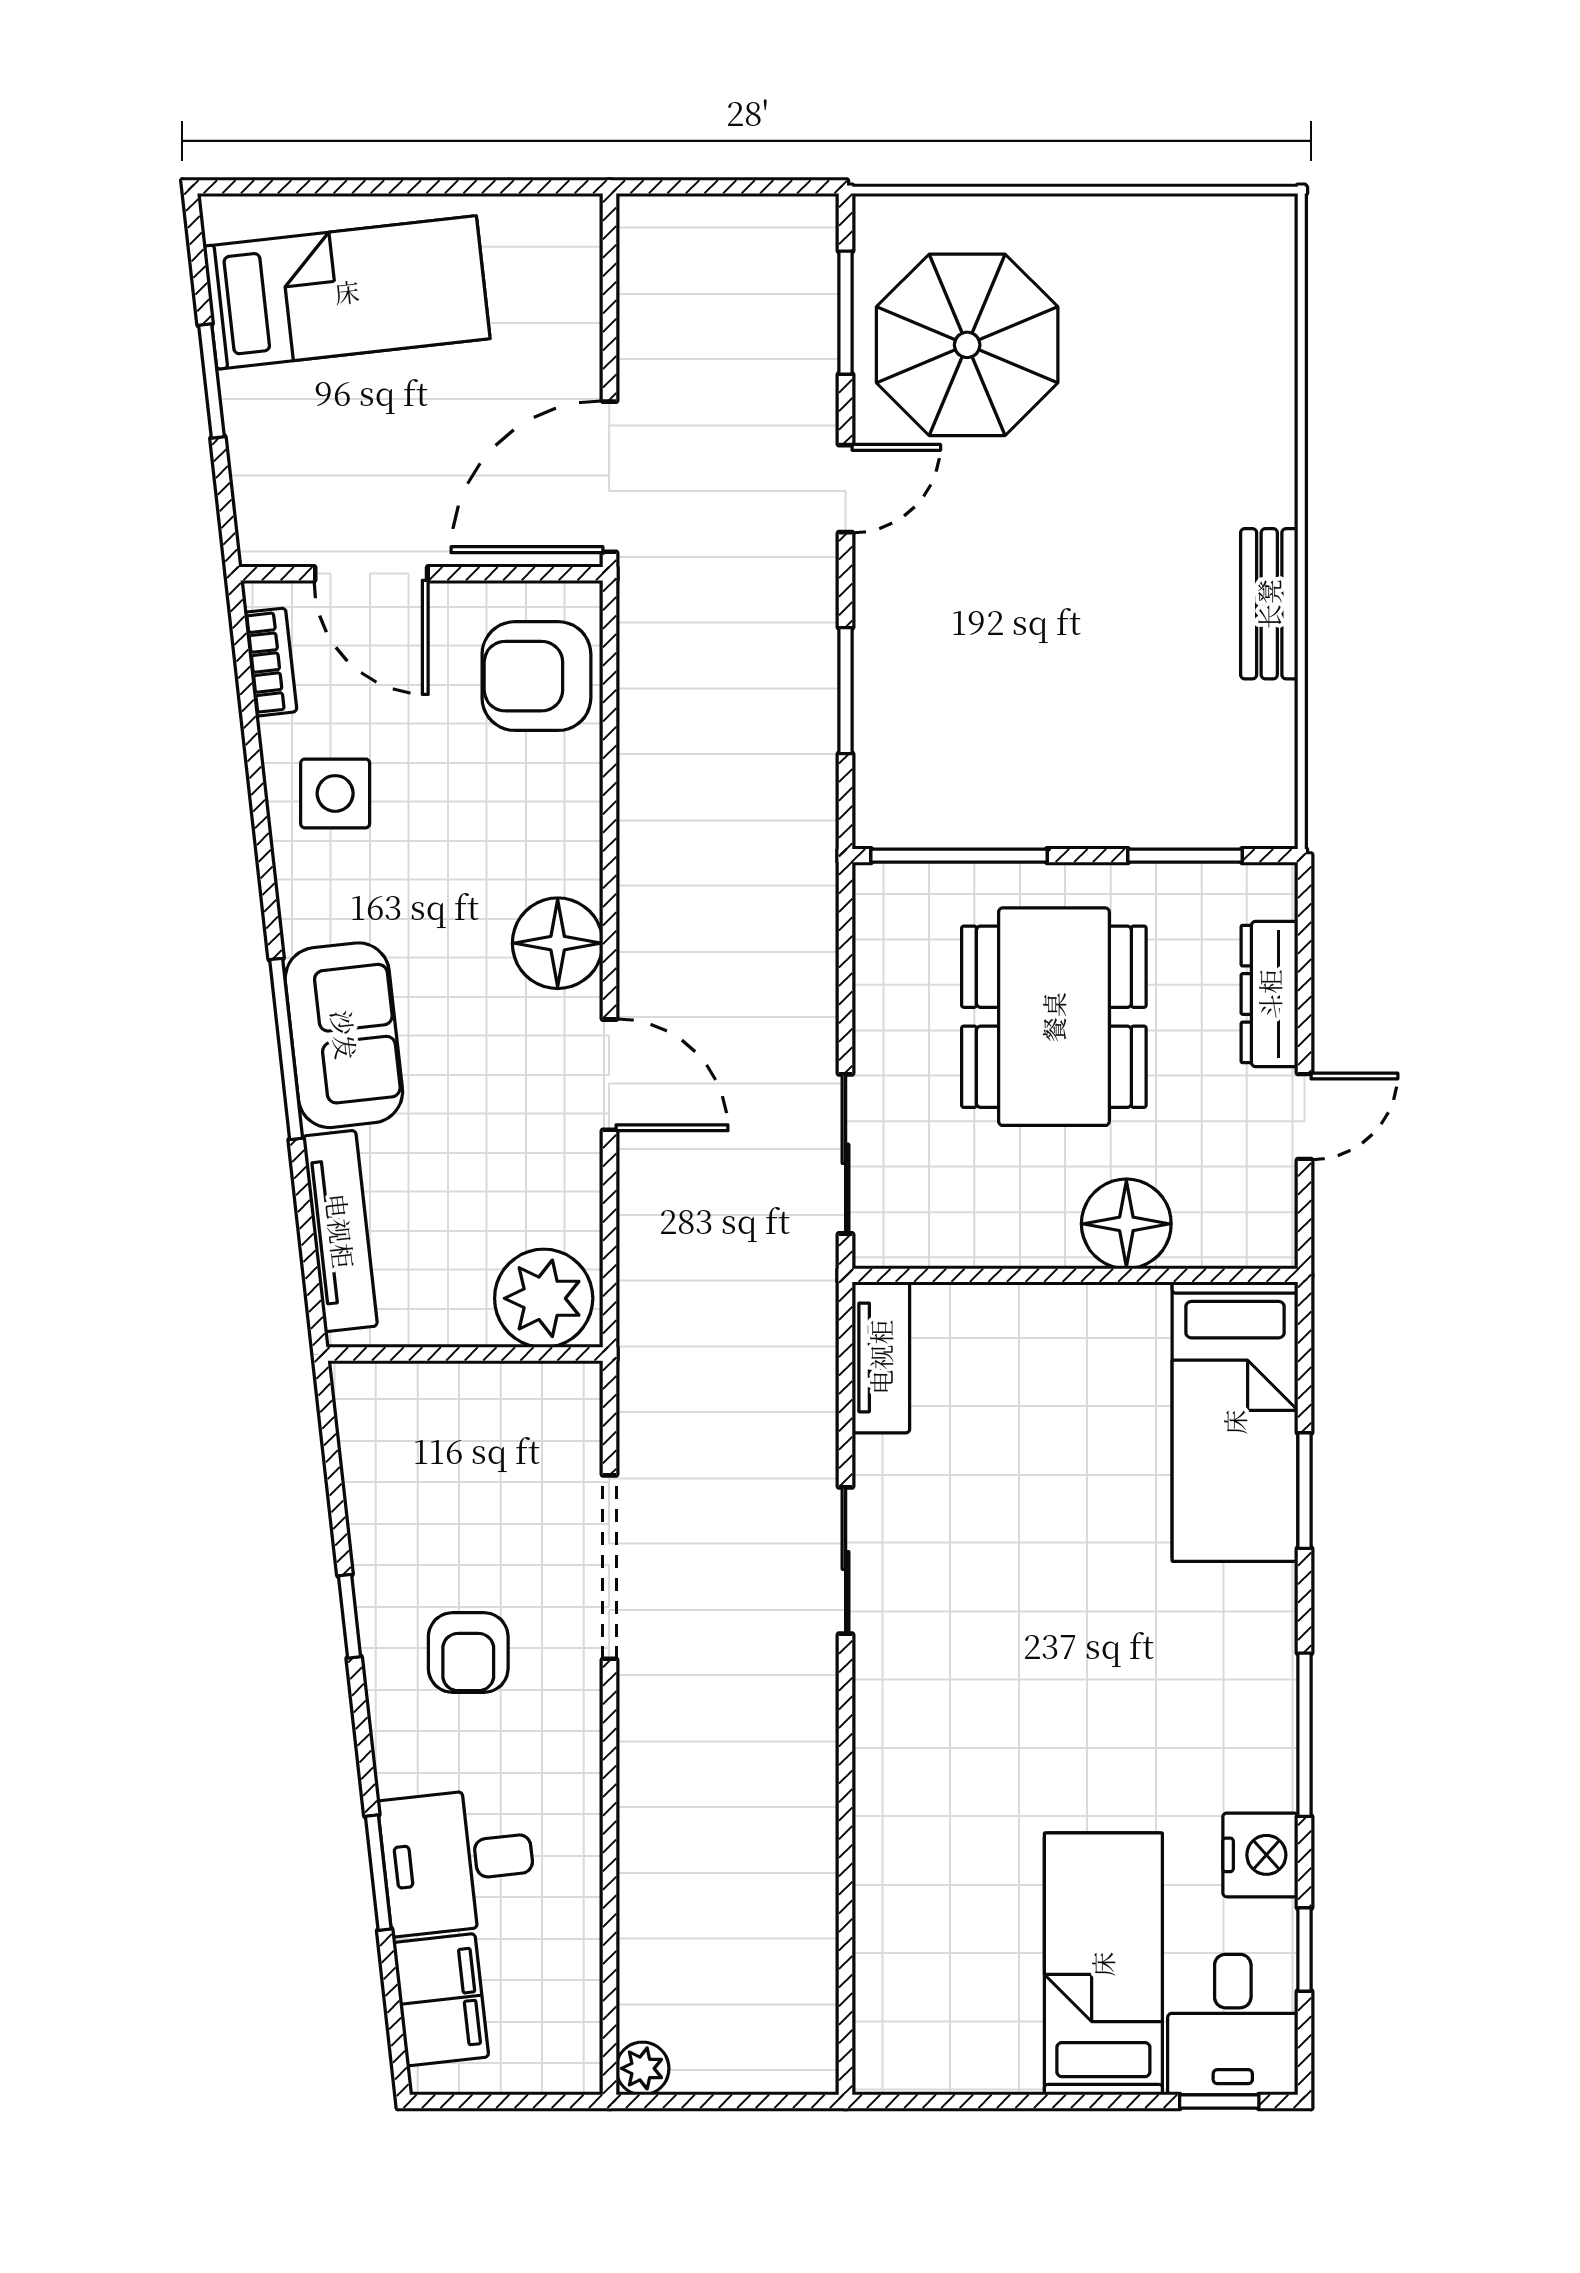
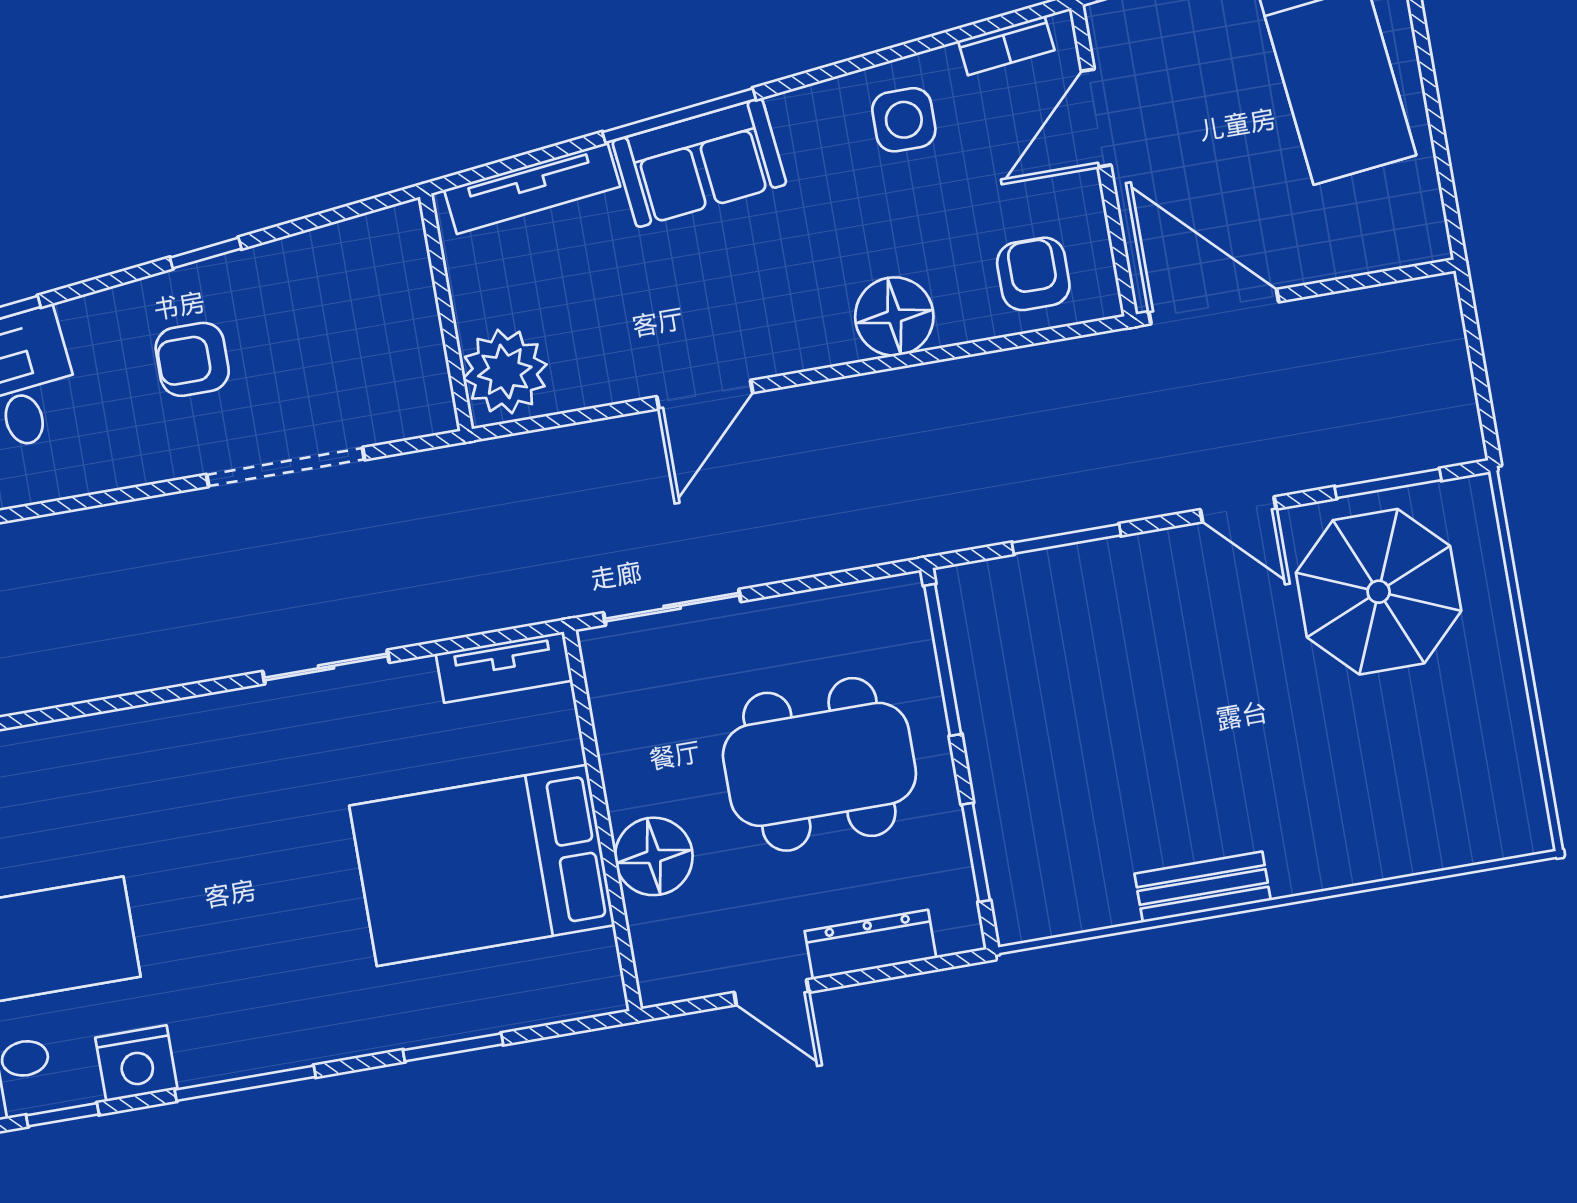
armchair: (536, 676) -> (1033, 274), width x0.72, depth x0.72
floor lamp: (558, 943) -> (894, 316), moved
bed: (1235, 1422) -> (482, 865), moved, width x1.50

